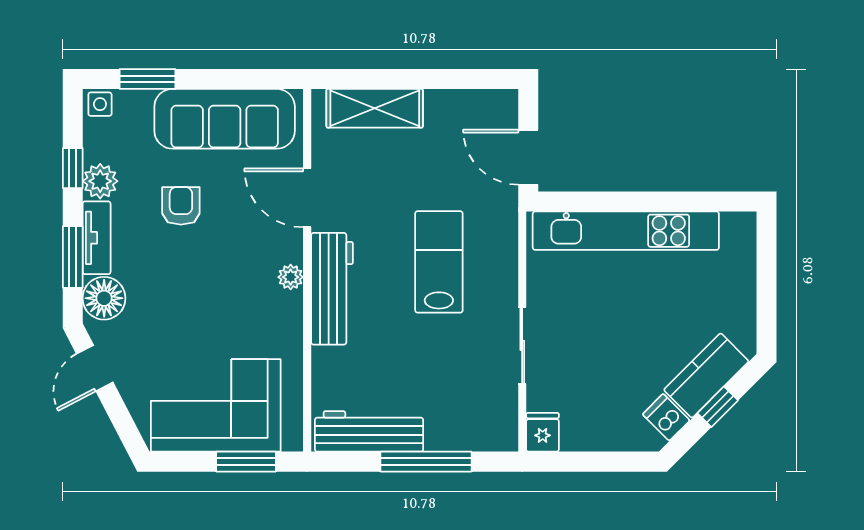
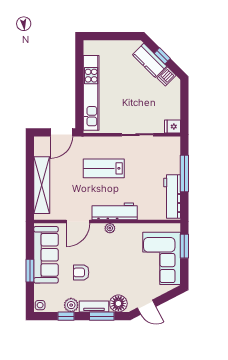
window: (148, 79) -> (30, 271), moved
shelving: (375, 108) -> (42, 185), width x1.47

